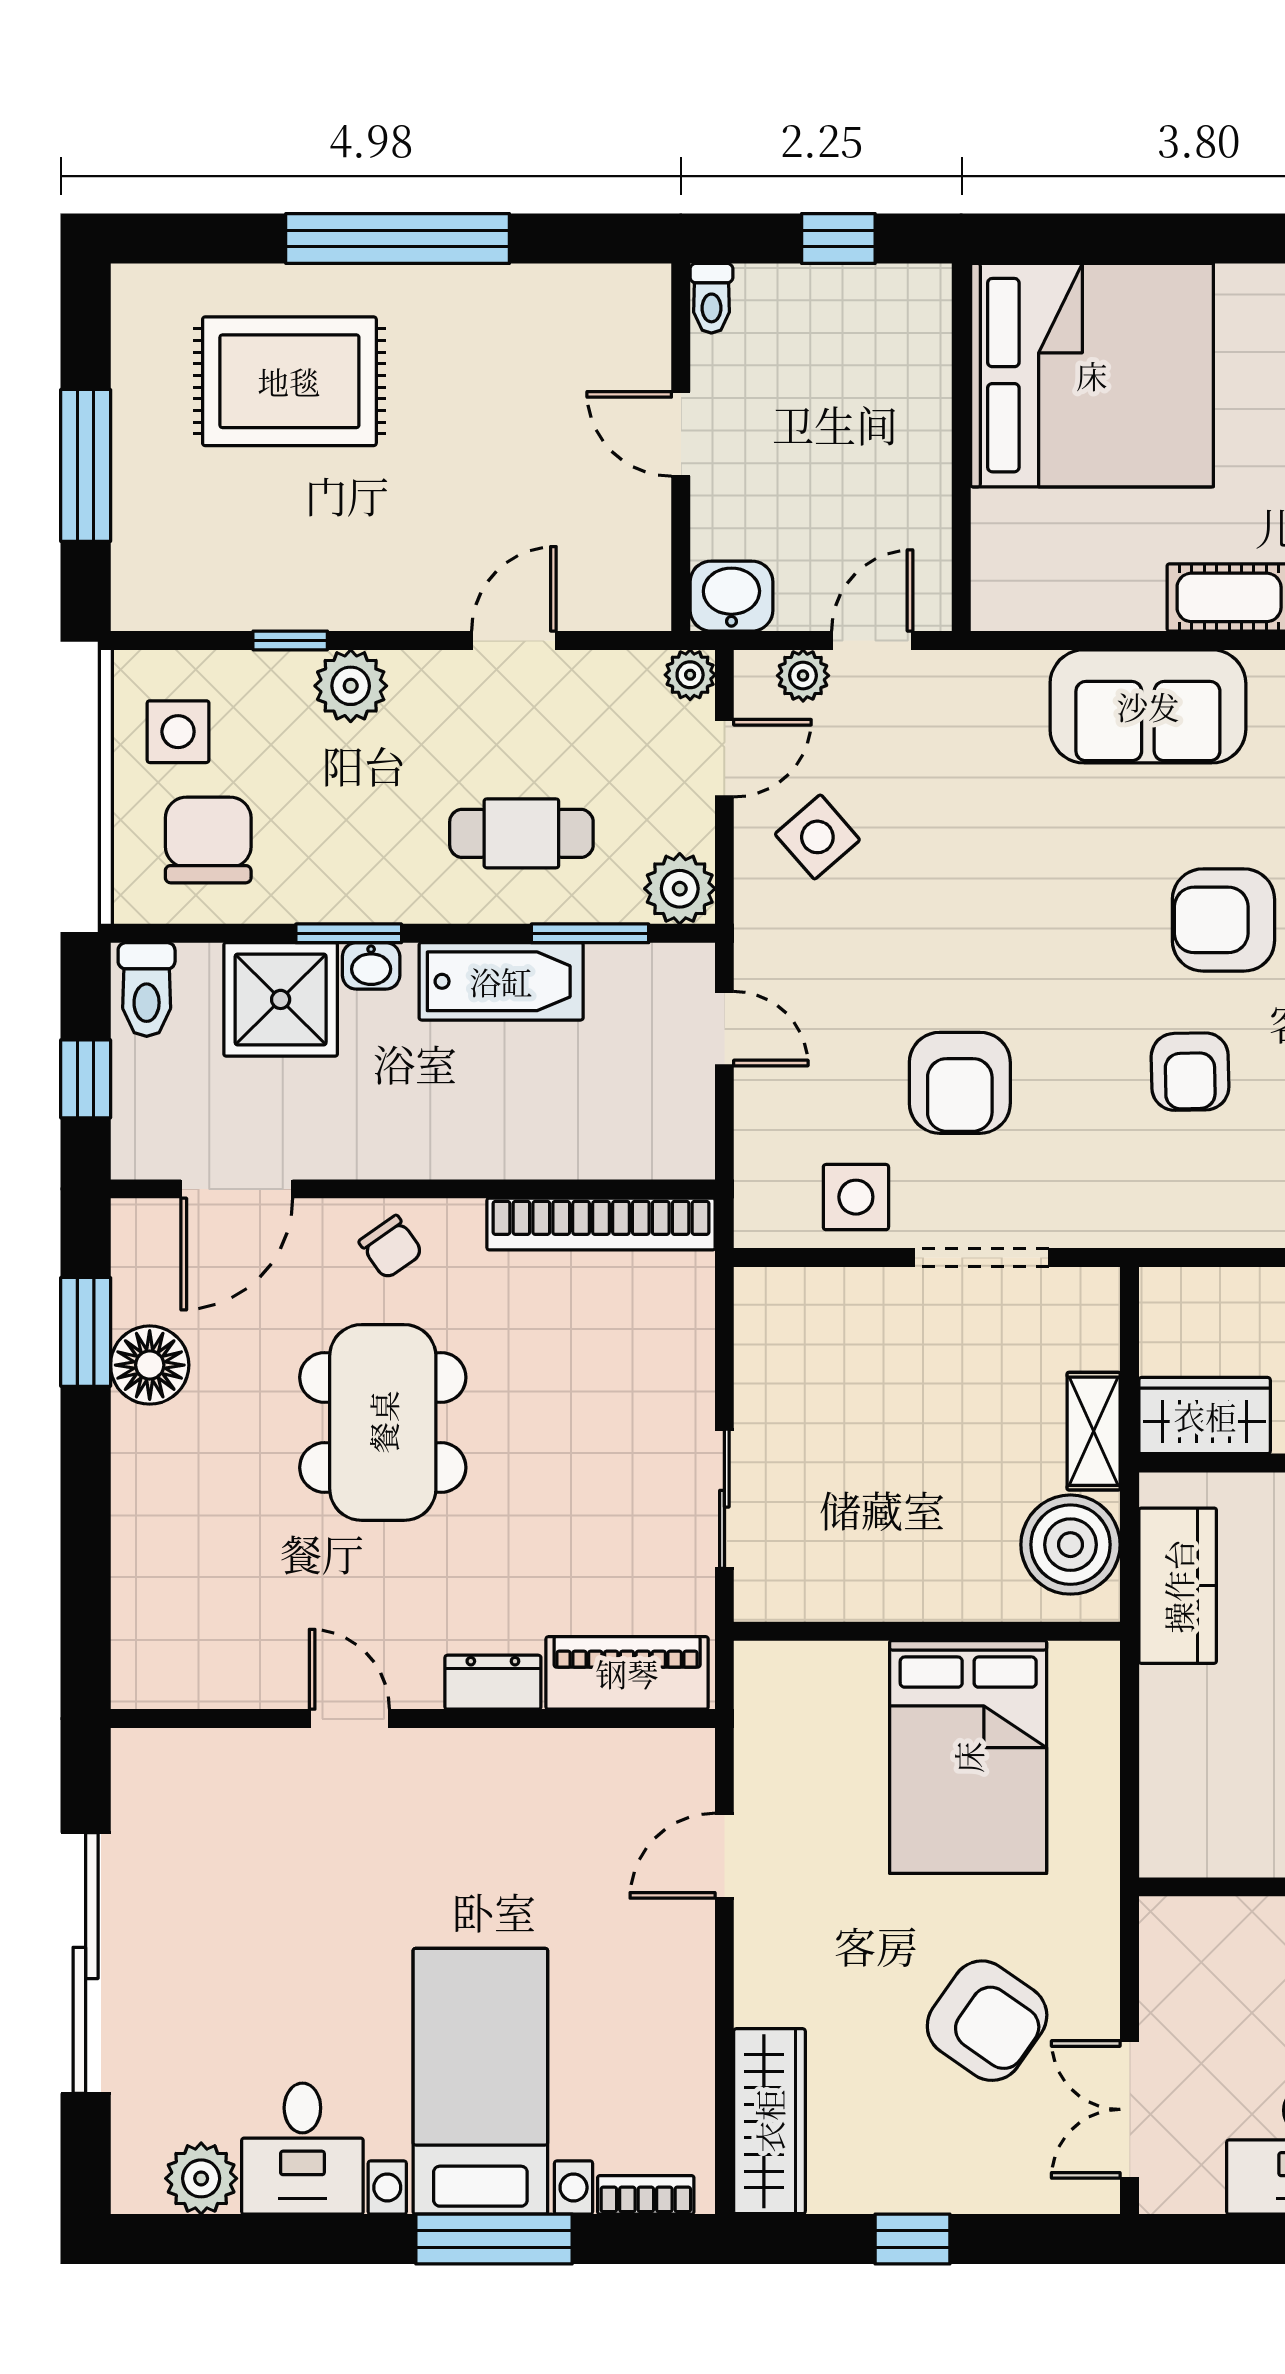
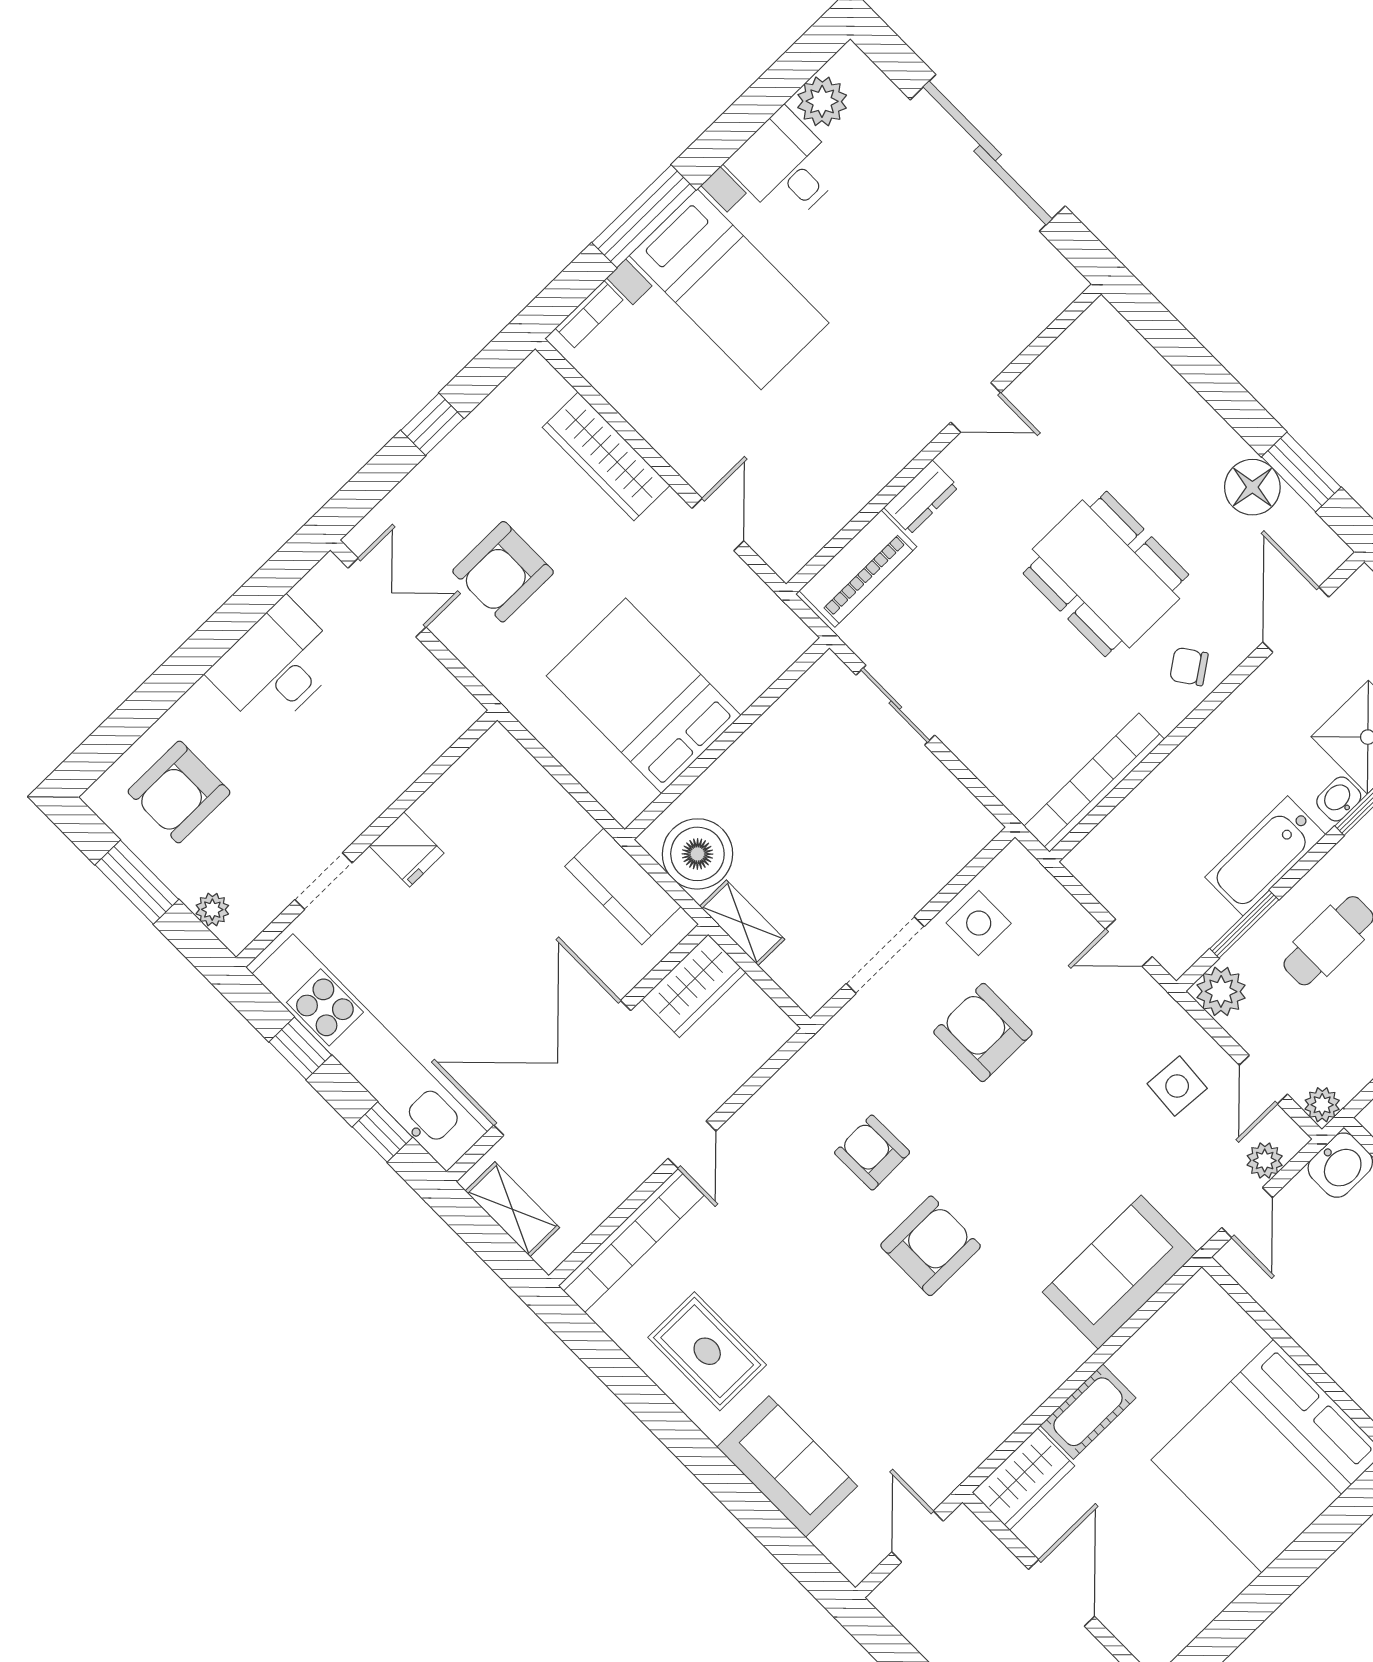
sofa: (1148, 706) -> (1120, 1272), moved
side table: (817, 837) -> (1177, 1086), turned 45
armchair: (987, 2021) -> (503, 572), turned -35
wardrobe: (769, 2121) -> (606, 456), moved

